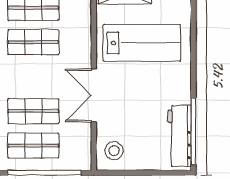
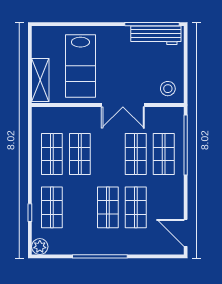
lab bench: (142, 43) -> (80, 66), turned 180

